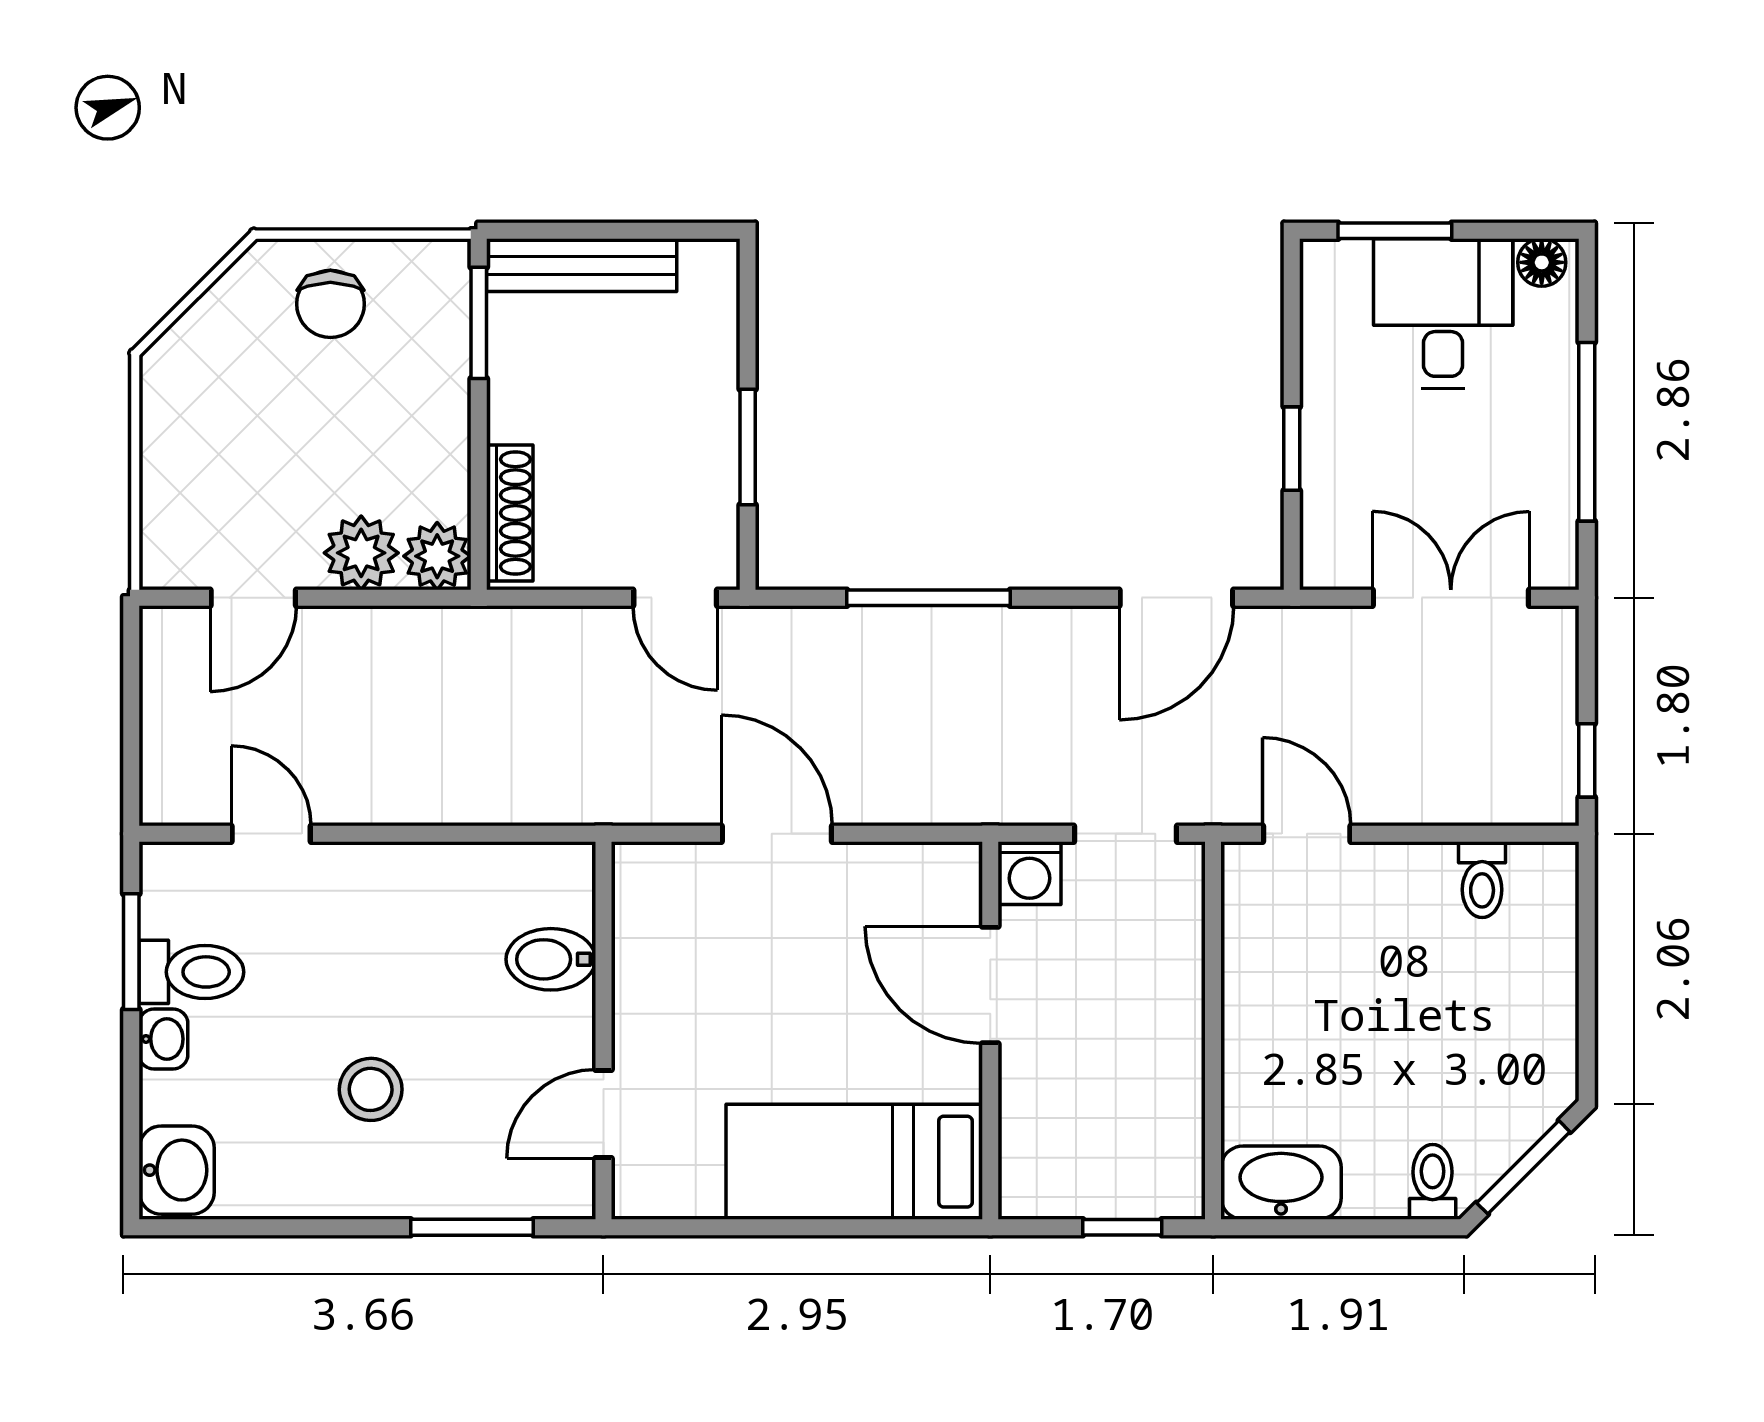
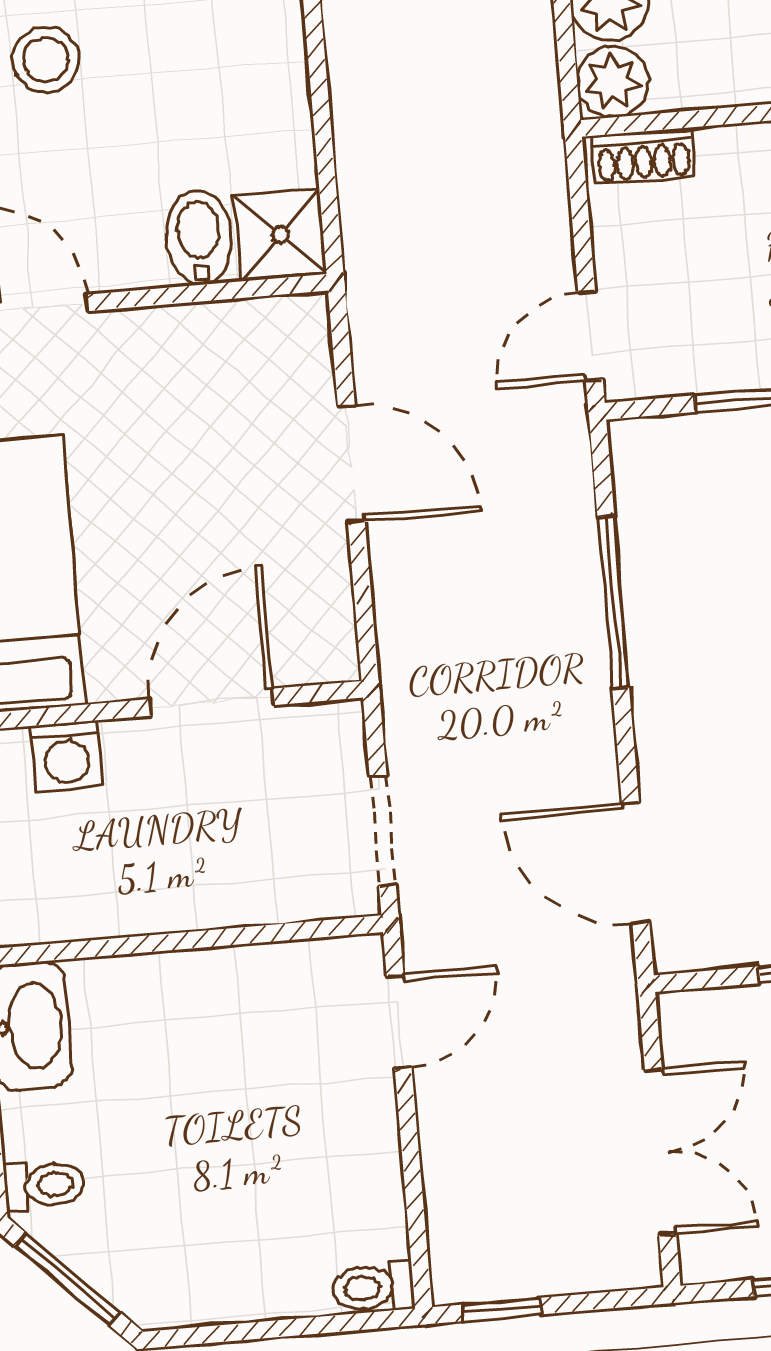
shoe rack: (510, 513) -> (643, 156), width x0.70
door: (777, 834) -> (351, 464), hinge flipped
washing machine: (1030, 873) -> (67, 756), moved, turned -90
toilet: (1482, 880) -> (373, 1287), moved
shower: (555, 882) -> (280, 235), added

